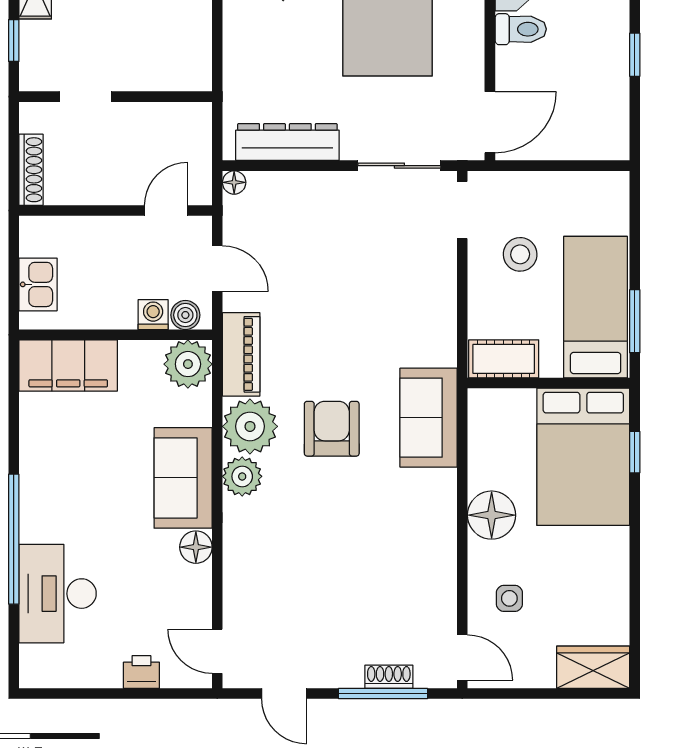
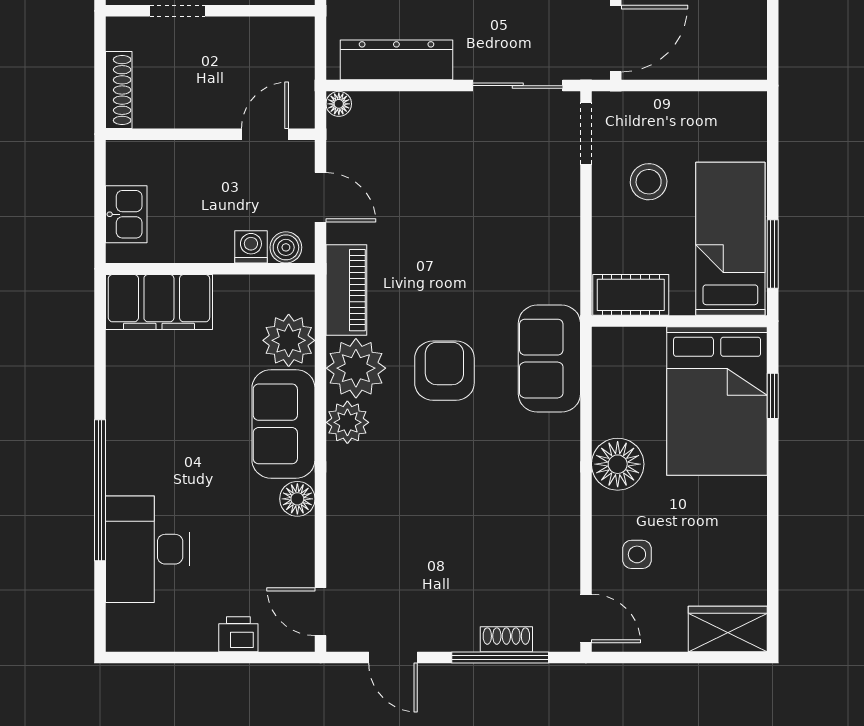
plant: (188, 364) -> (289, 340), moved

